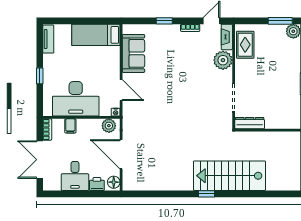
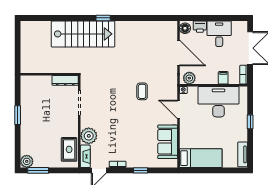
coffee table: (162, 111) -> (142, 91), added

